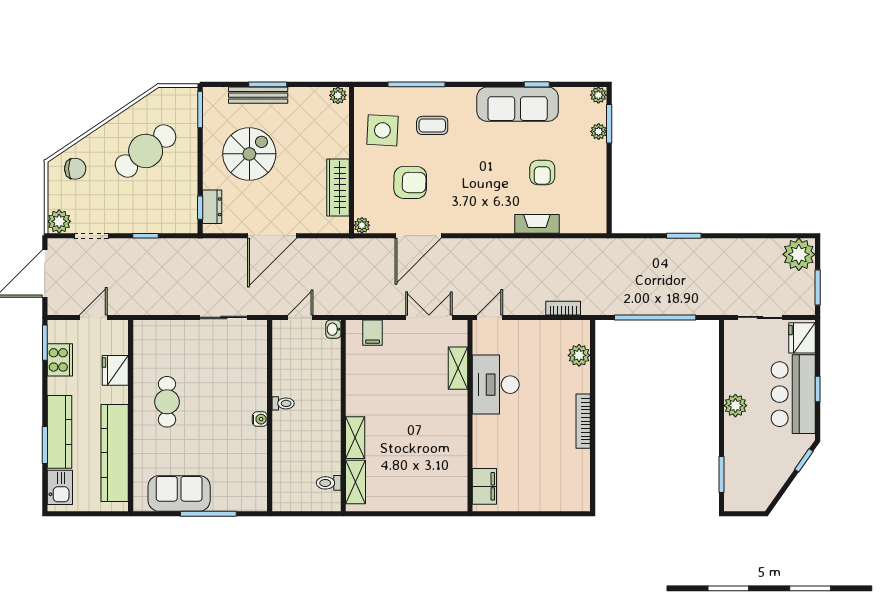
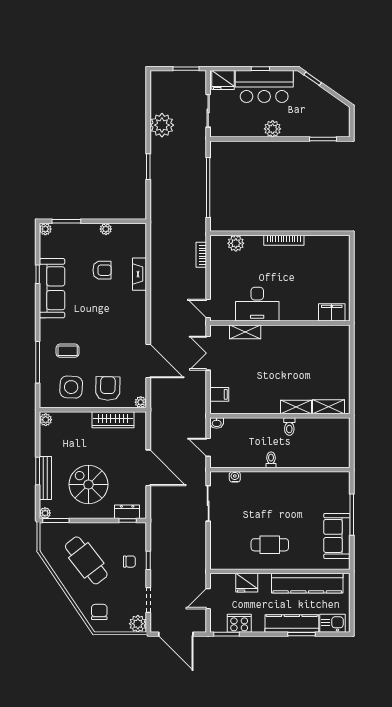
plant: (210, 95) -> (45, 513), added
coffee table: (432, 125) -> (68, 351), turned 90
plant: (599, 132) -> (106, 229), moved
armchair: (410, 182) -> (108, 388), moved
chair: (144, 210) -> (129, 562), added
plant: (799, 254) -> (162, 125), moved
door: (93, 317) -> (208, 599), hinge flipped
water cooler: (260, 419) -> (235, 477), moved
toilet: (329, 483) -> (289, 427), moved

